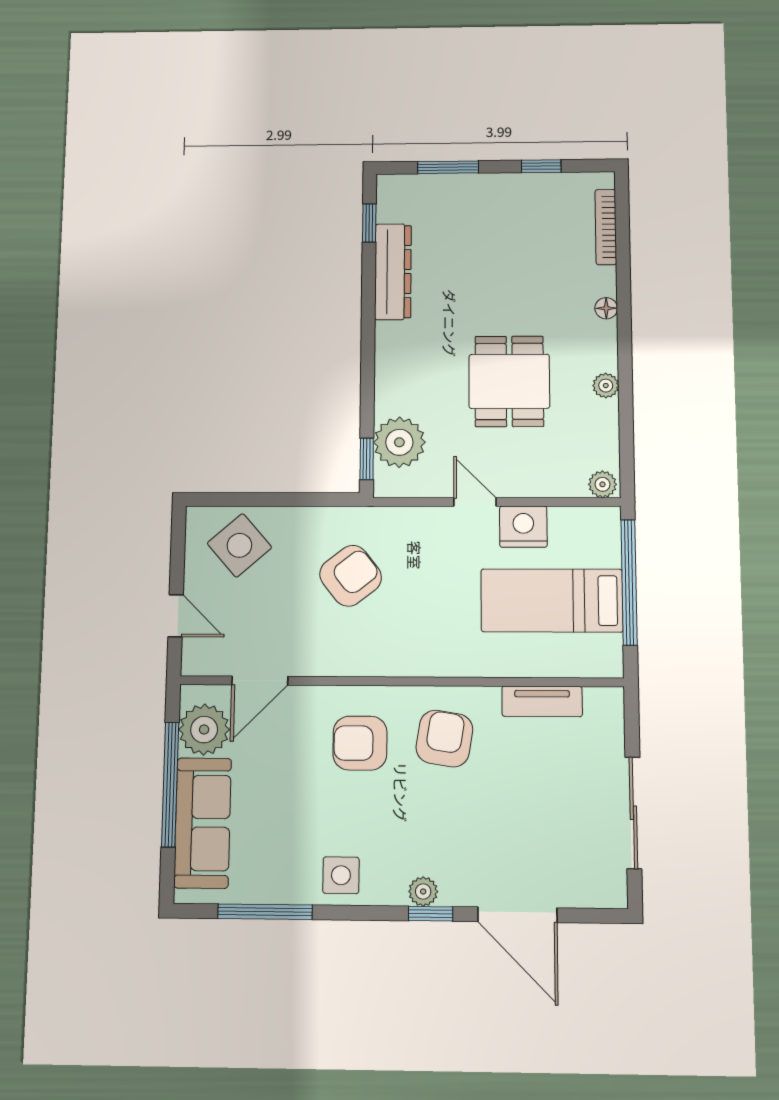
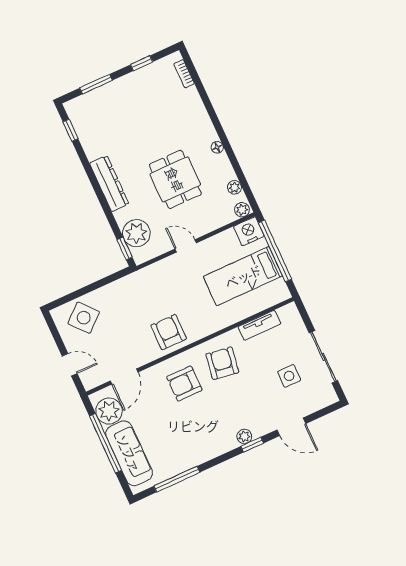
bookcase: (606, 227) -> (184, 74), width x0.64
dresser: (393, 272) -> (109, 184), moved
floor lamp: (606, 308) -> (217, 147), moved
plant: (606, 386) -> (234, 187), moved
nightstand: (523, 527) -> (249, 231), moved
armchair: (351, 576) -> (169, 332), moved, turned -52
side table: (341, 875) -> (289, 376), moved
door: (517, 915) -> (291, 427), width x0.73

